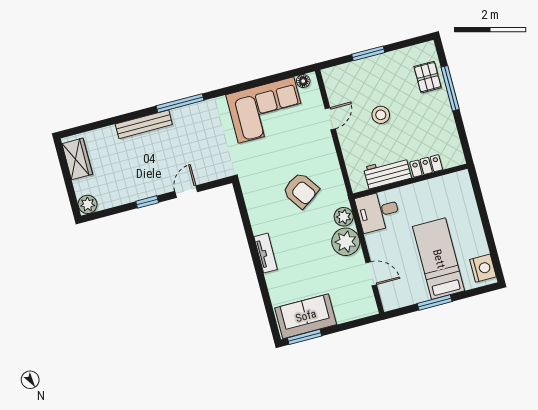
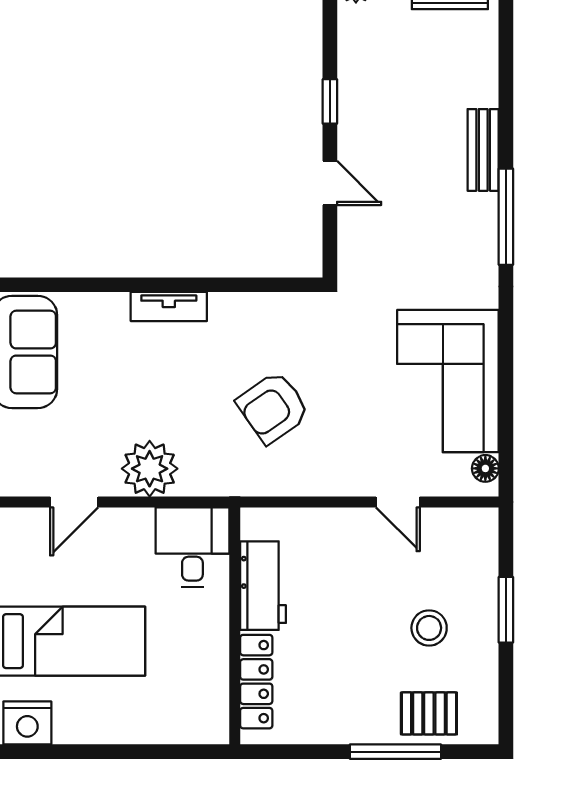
stool: (381, 115) -> (429, 628), moved
bench: (144, 124) -> (483, 150), width x0.73
locker: (426, 166) -> (256, 682), width x1.53
plant: (344, 217) -> (200, 478), removed

